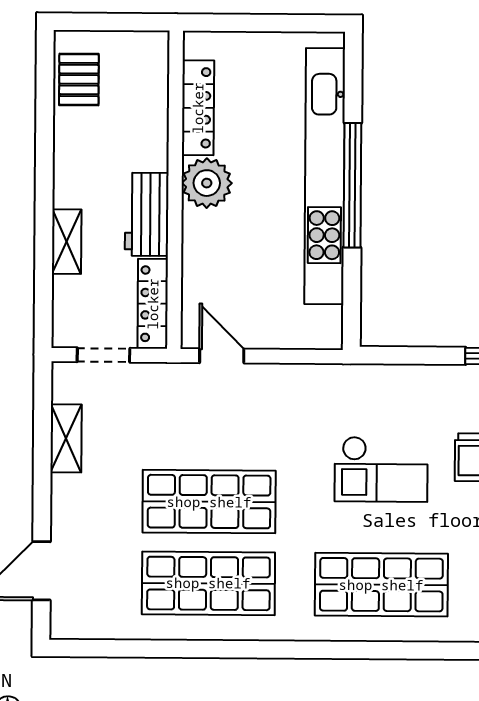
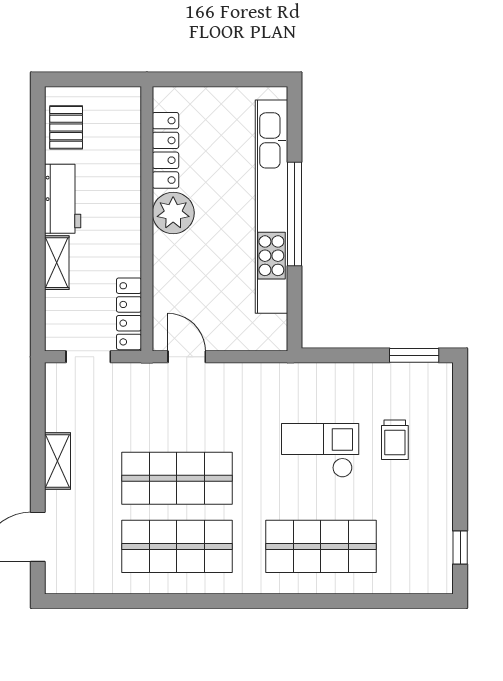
workbench: (147, 214) -> (63, 199), moved, turned 180
shelving: (66, 438) -> (57, 461), moved
checkout: (381, 469) -> (320, 450), turned 180

